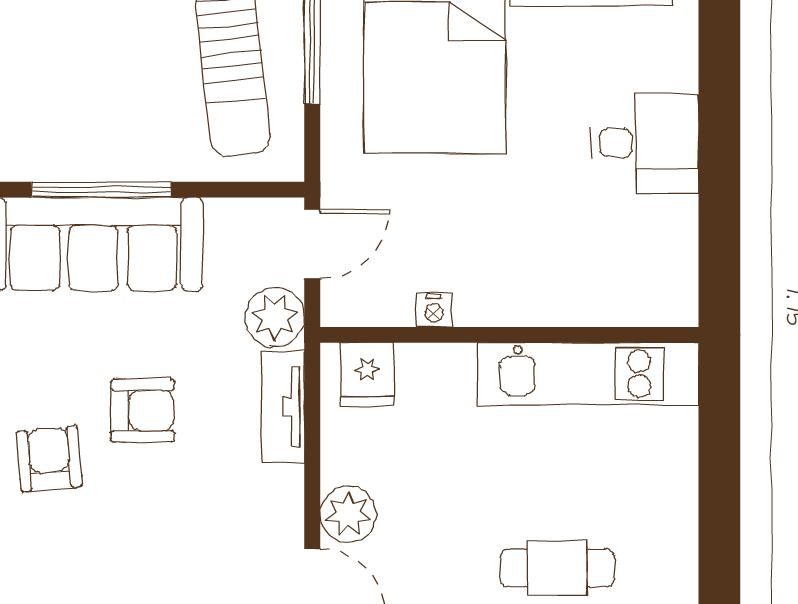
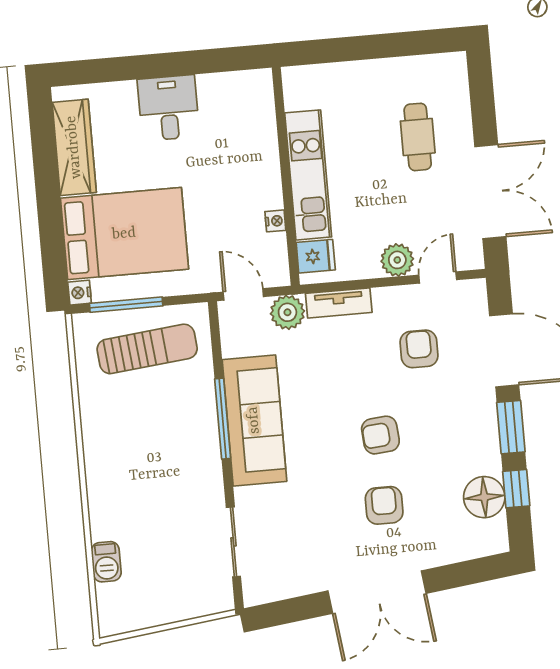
kitchen unit: (588, 374) -> (308, 175), moved
armchair: (143, 410) -> (419, 349), moved

